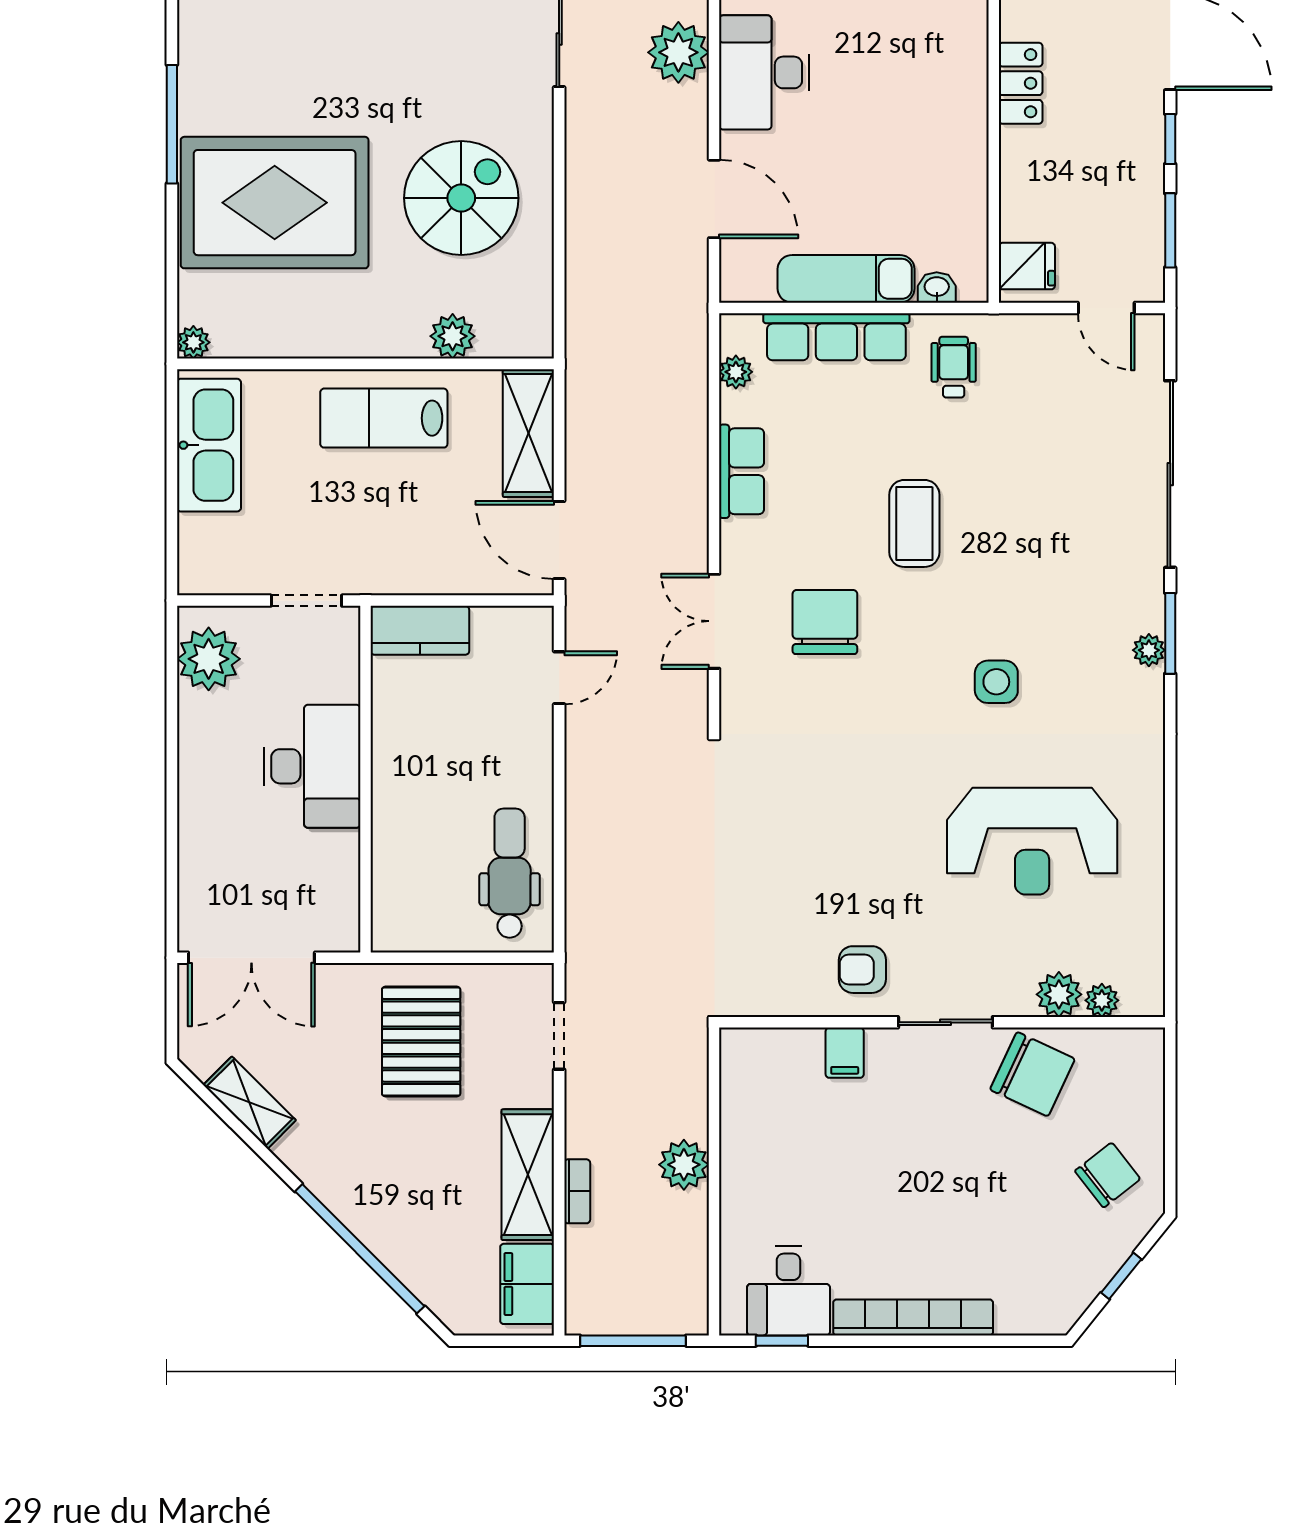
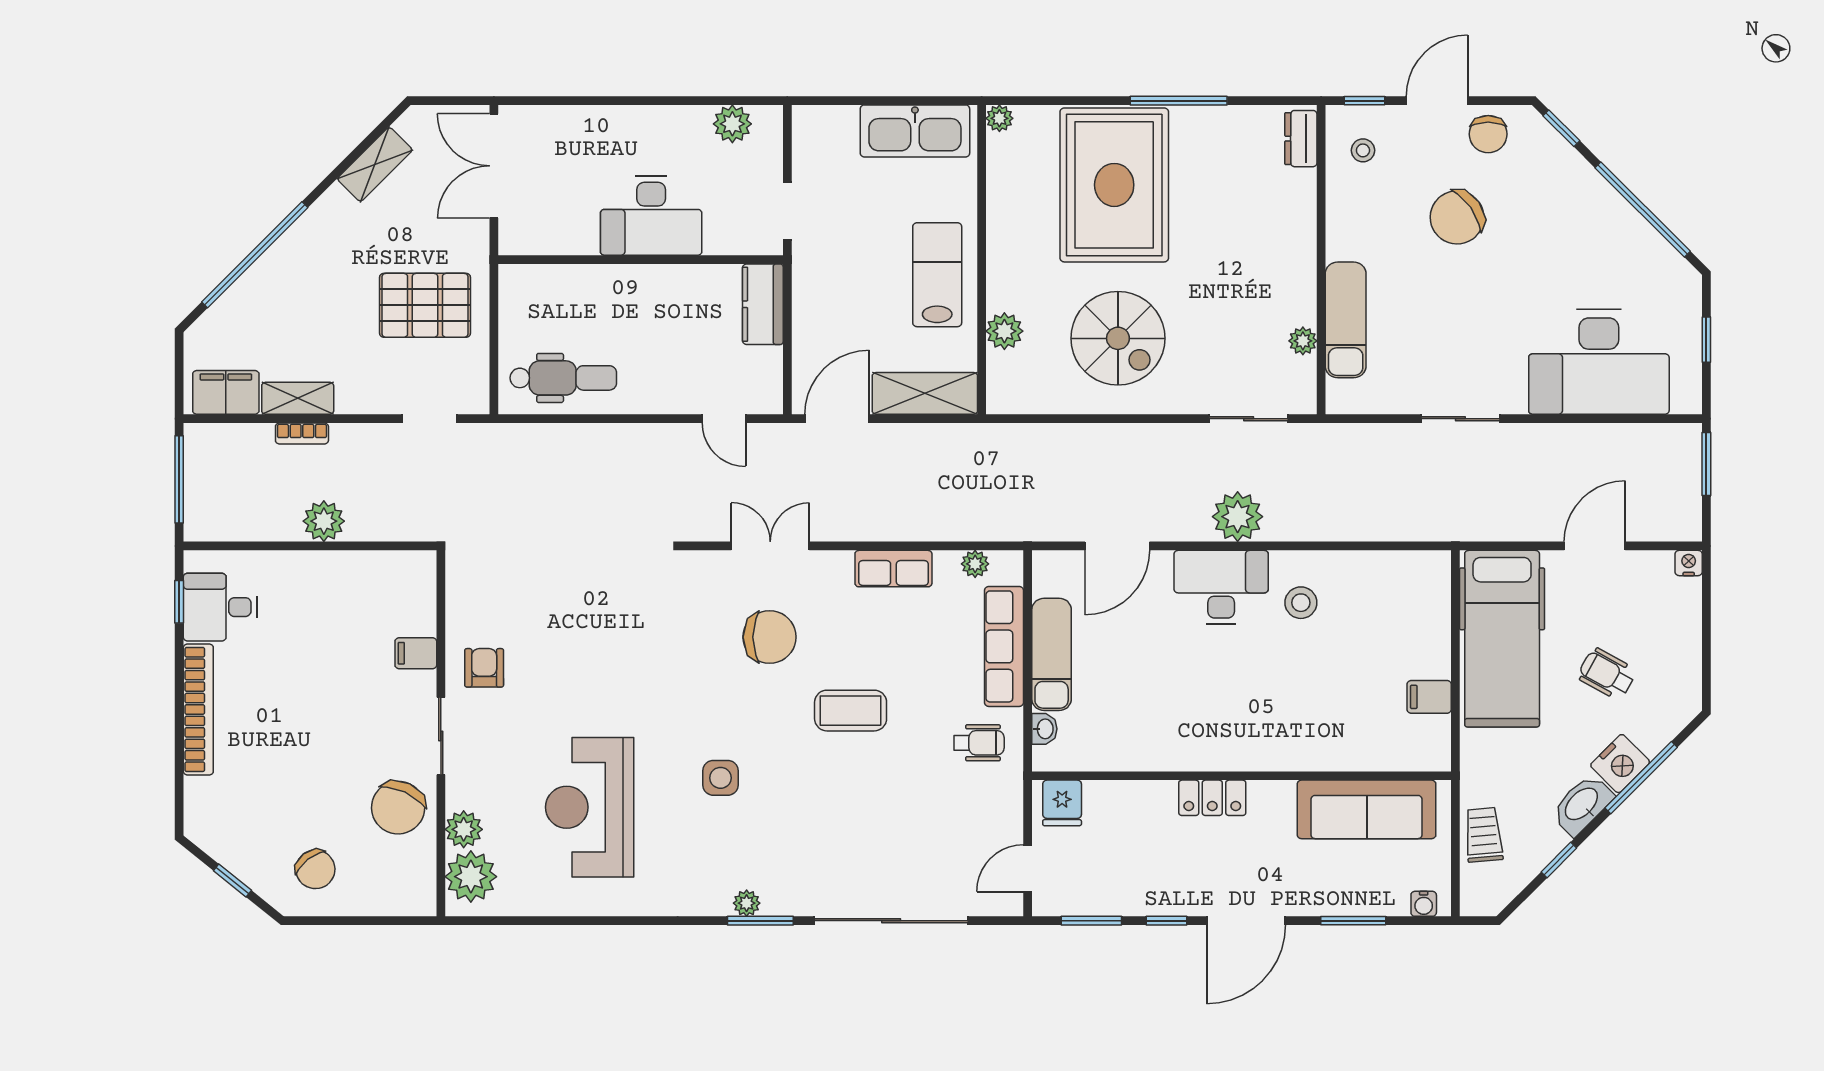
plant: (209, 659) -> (732, 124), width x0.73, depth x0.73
plant: (1102, 1000) -> (471, 877), width x1.88, depth x1.88
shelving: (528, 1175) -> (298, 398), width x0.67, depth x0.75

